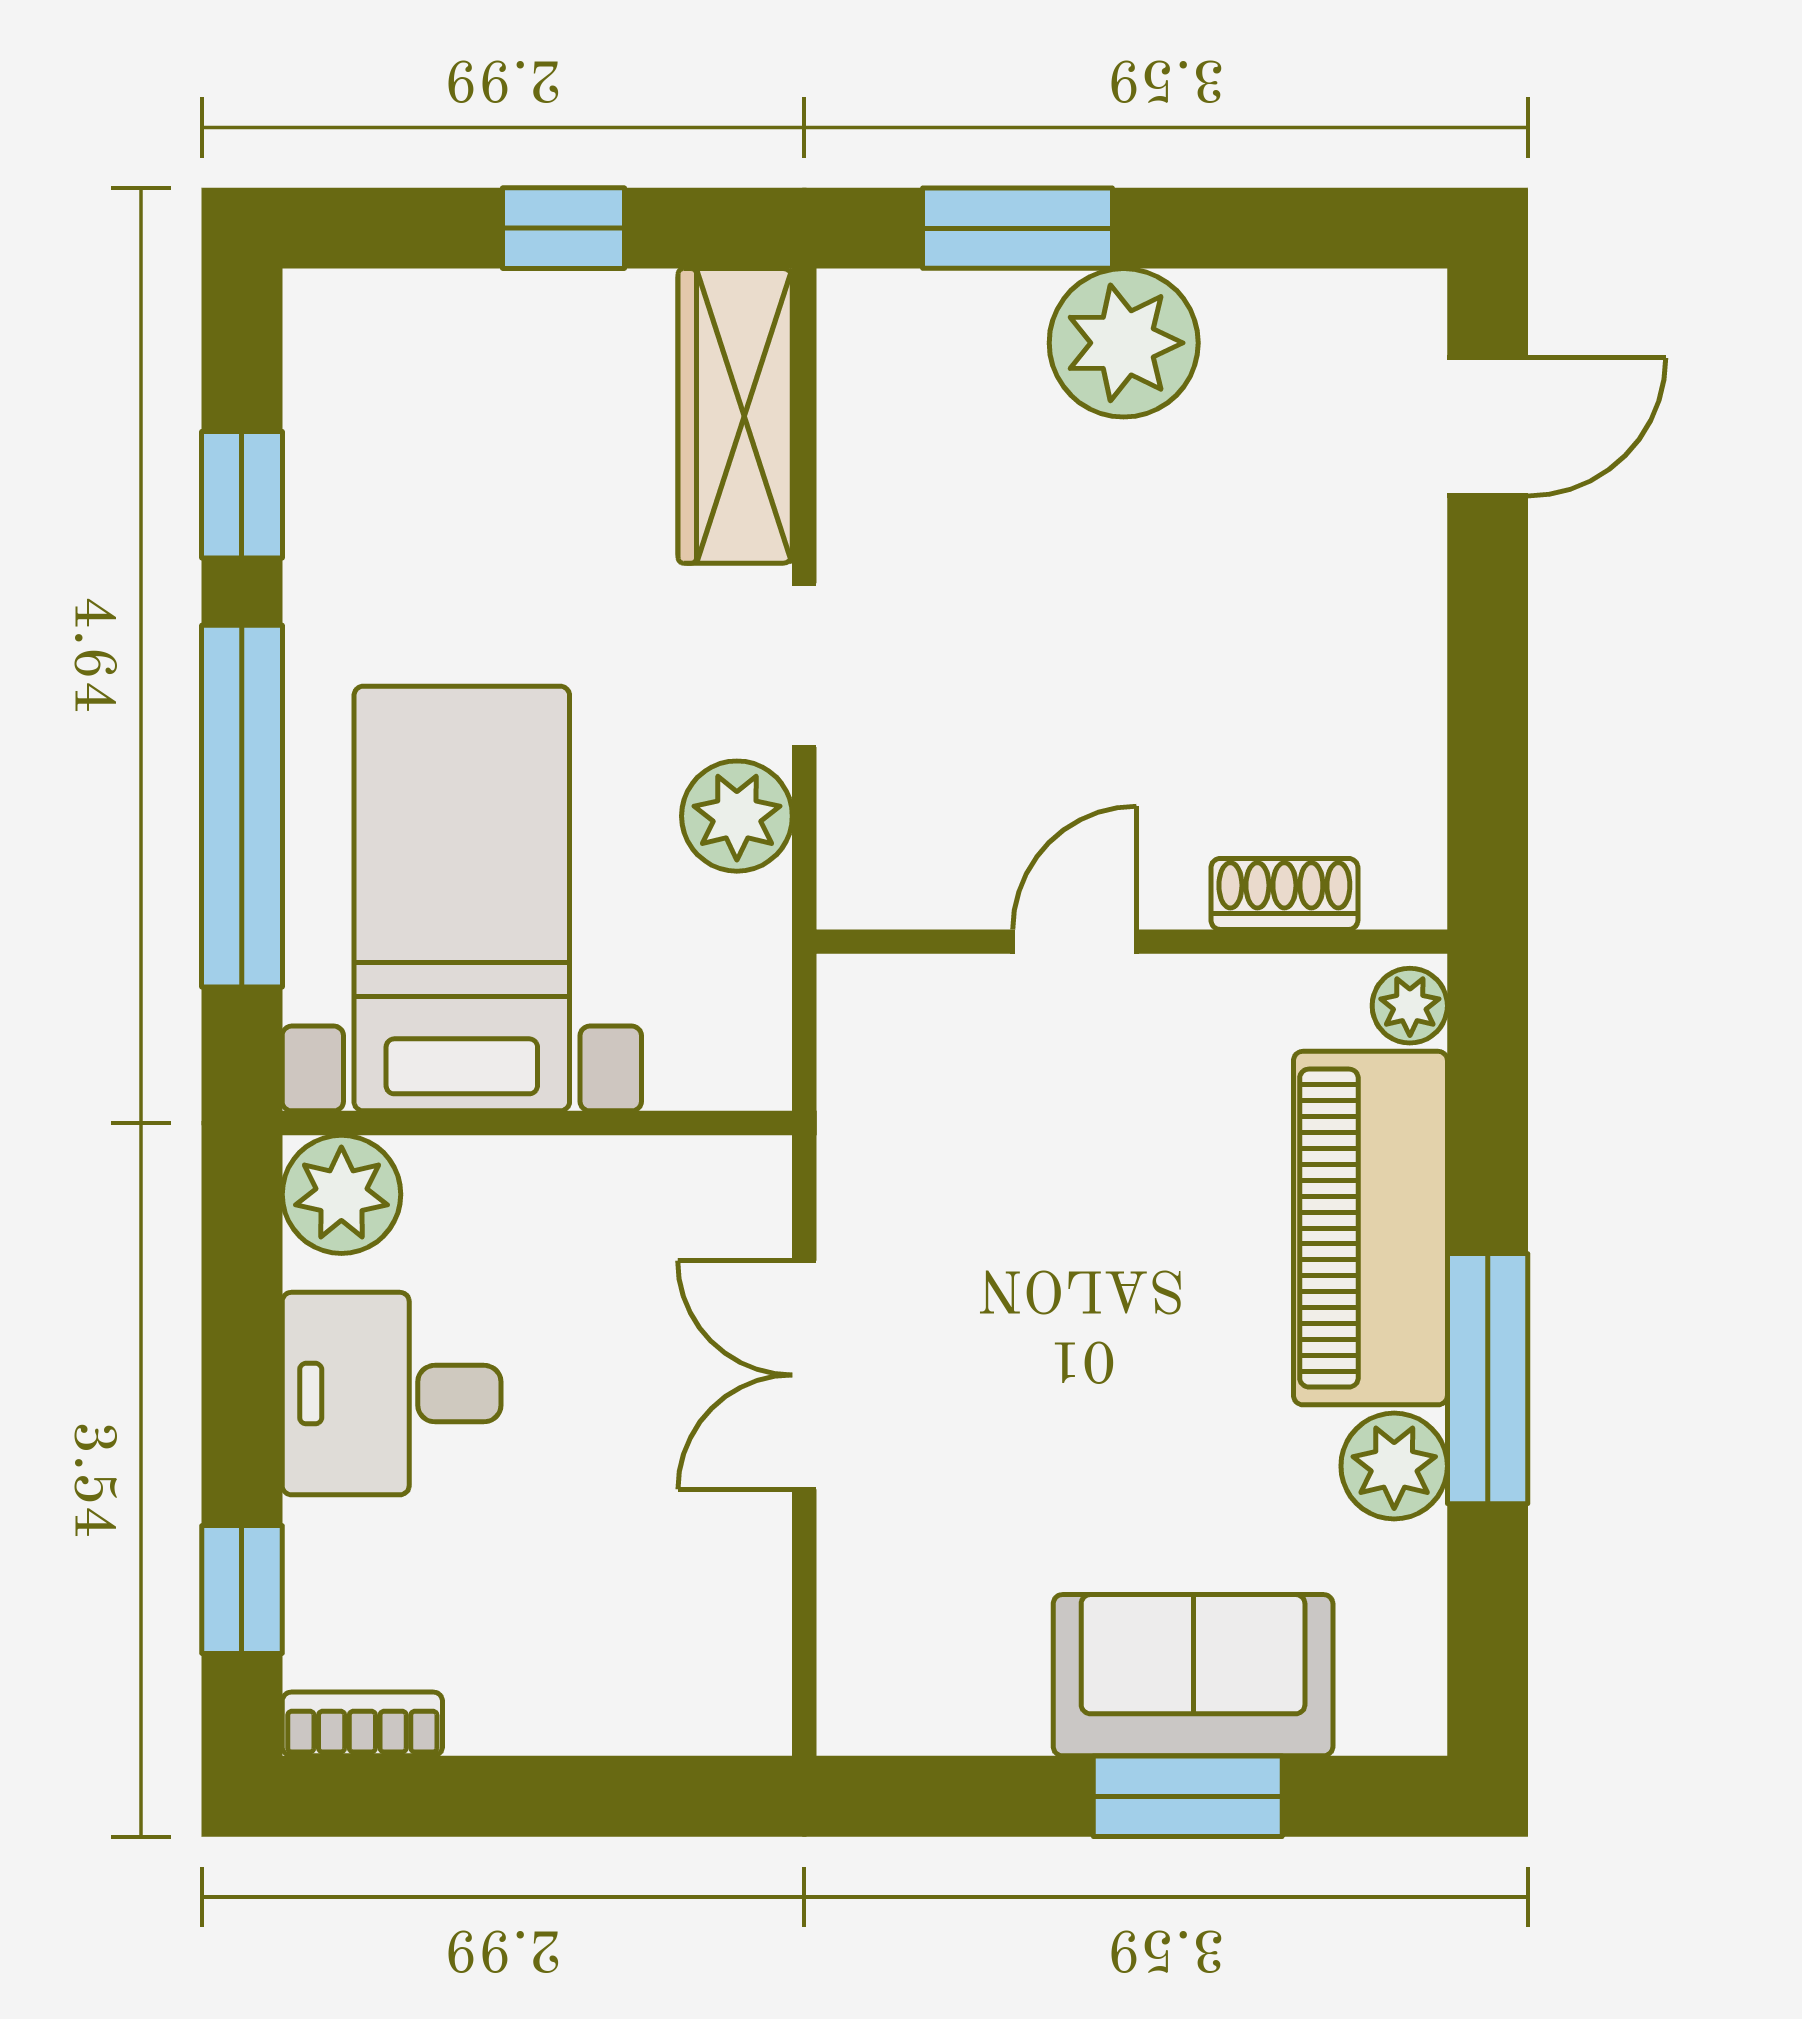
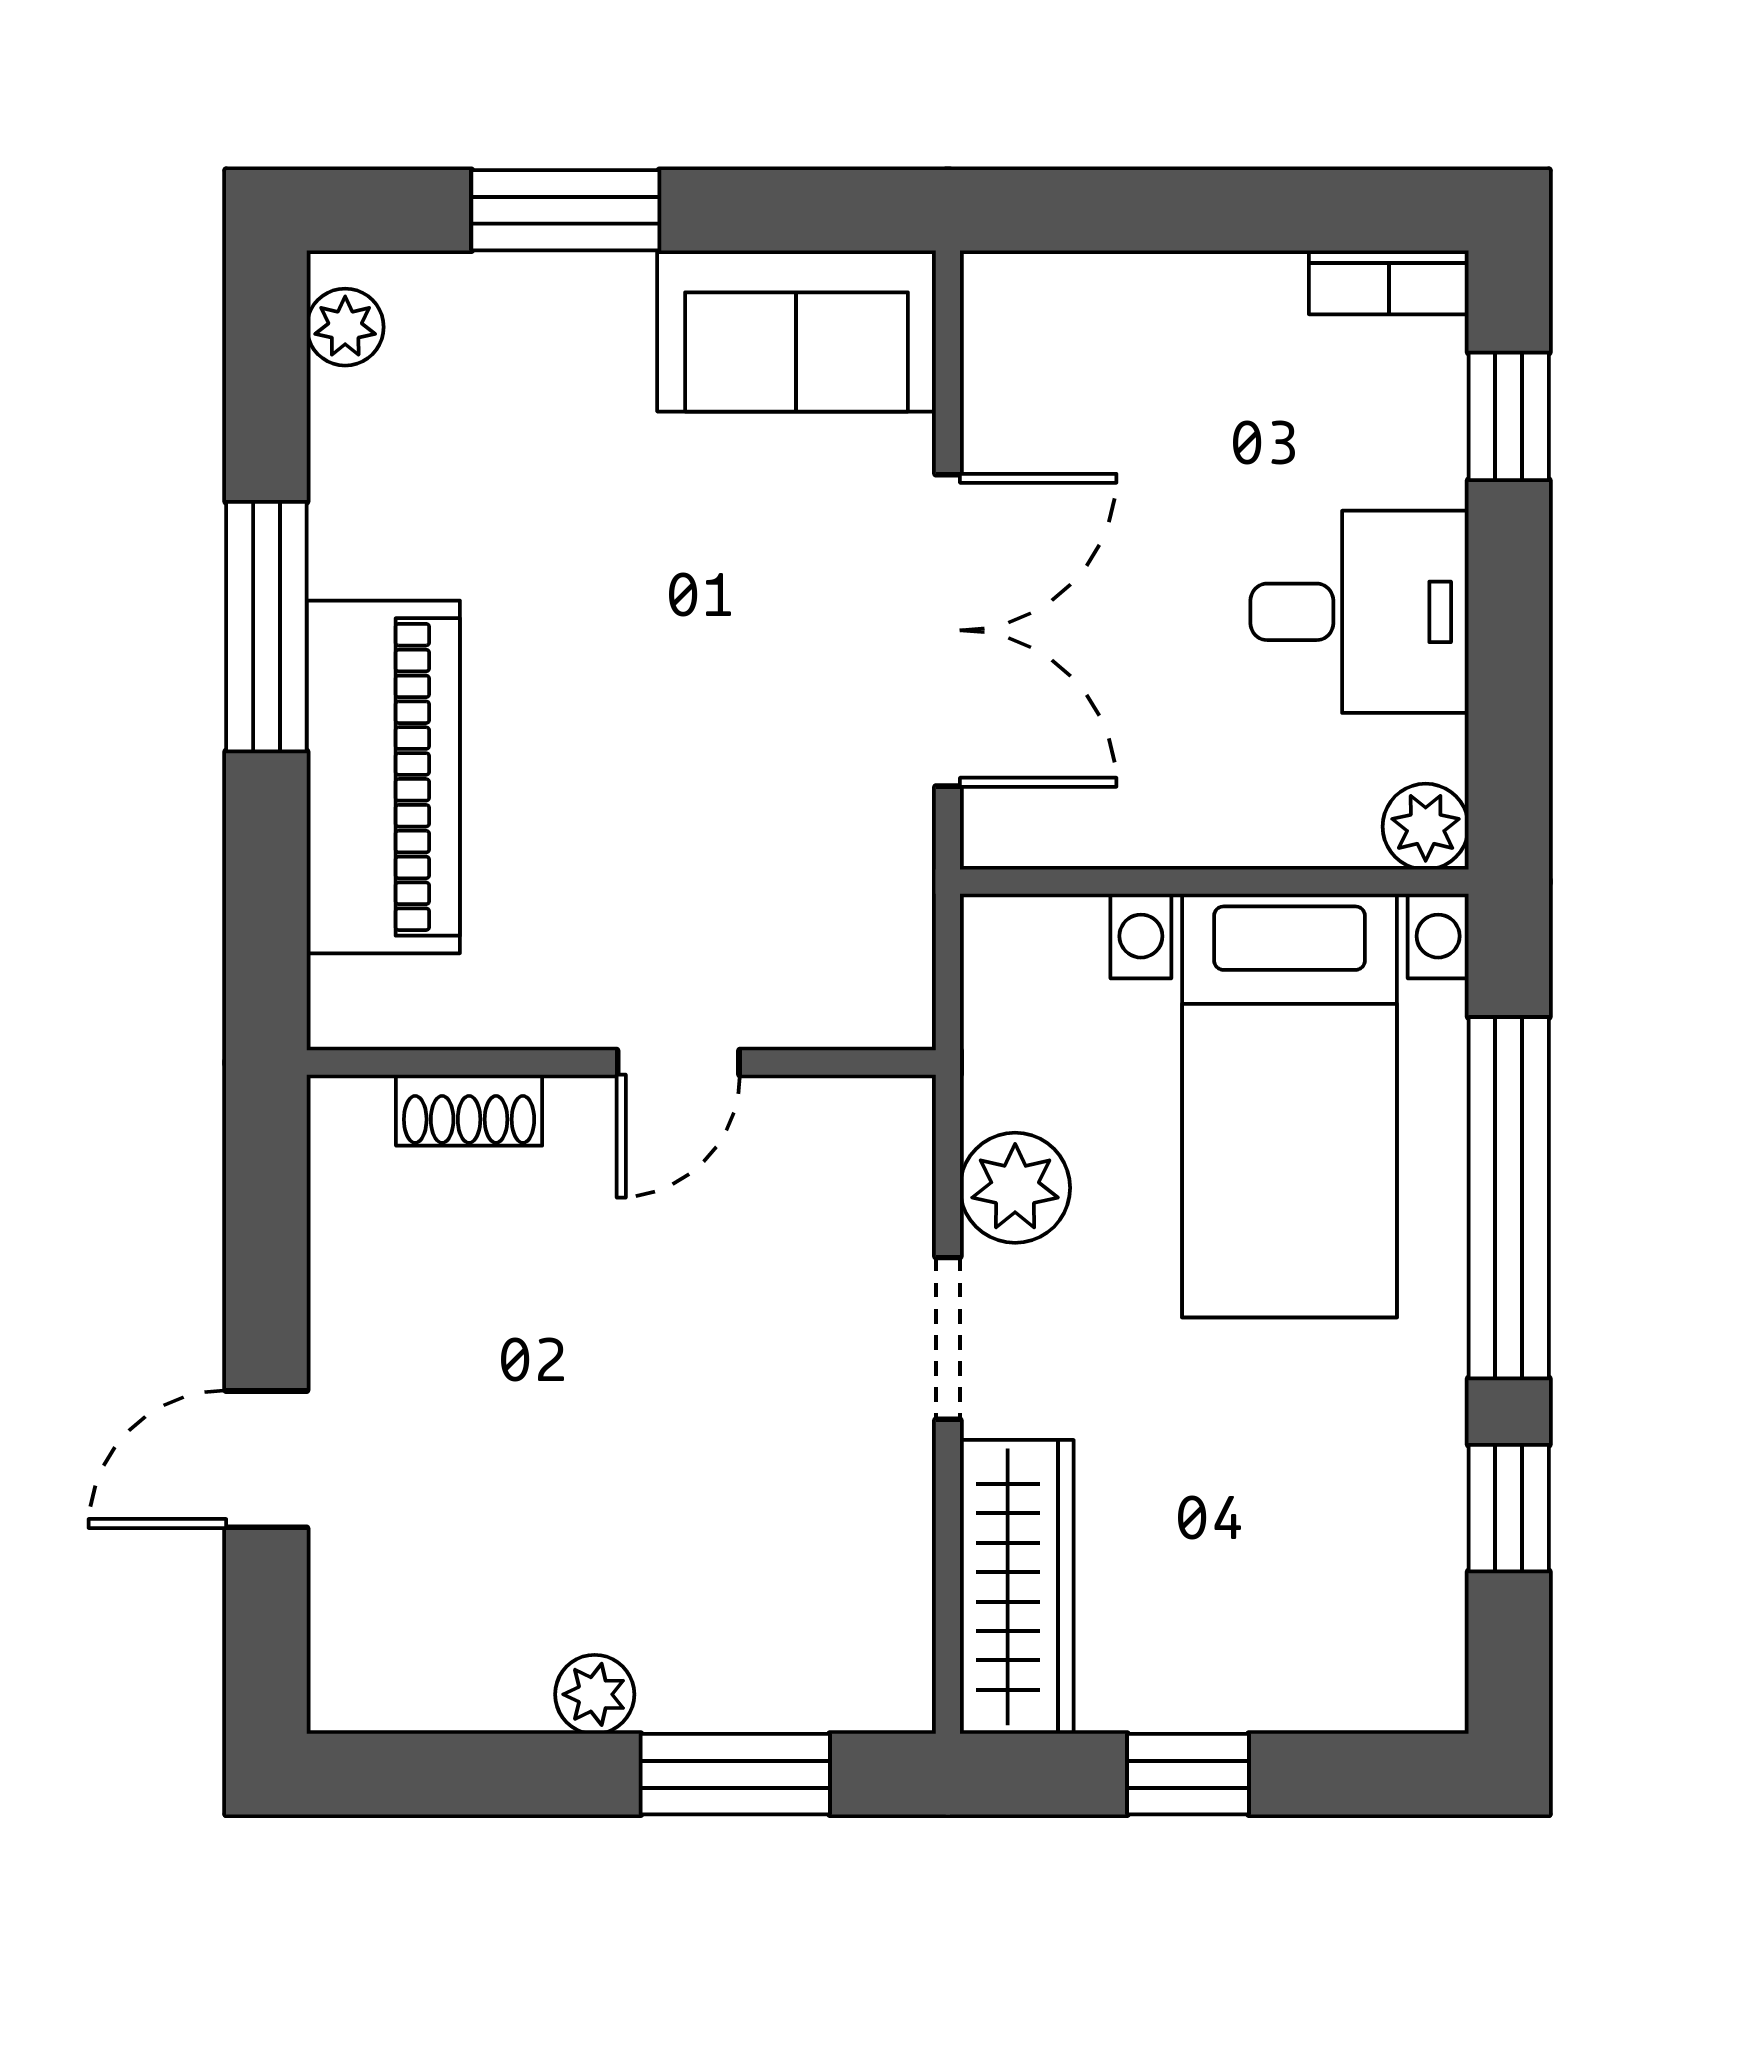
plant: (1124, 343) -> (595, 1694), width x0.53, depth x0.53
door: (1488, 427) -> (266, 1459), moved
plant: (1410, 1006) -> (344, 999), removed
plant: (341, 1194) -> (1426, 827), width x0.73, depth x0.73
double door: (804, 1375) -> (948, 630), width x1.37
plant: (1394, 1466) -> (345, 327), moved, width x0.73, depth x0.73
sofa: (1193, 1675) -> (796, 331), moved

